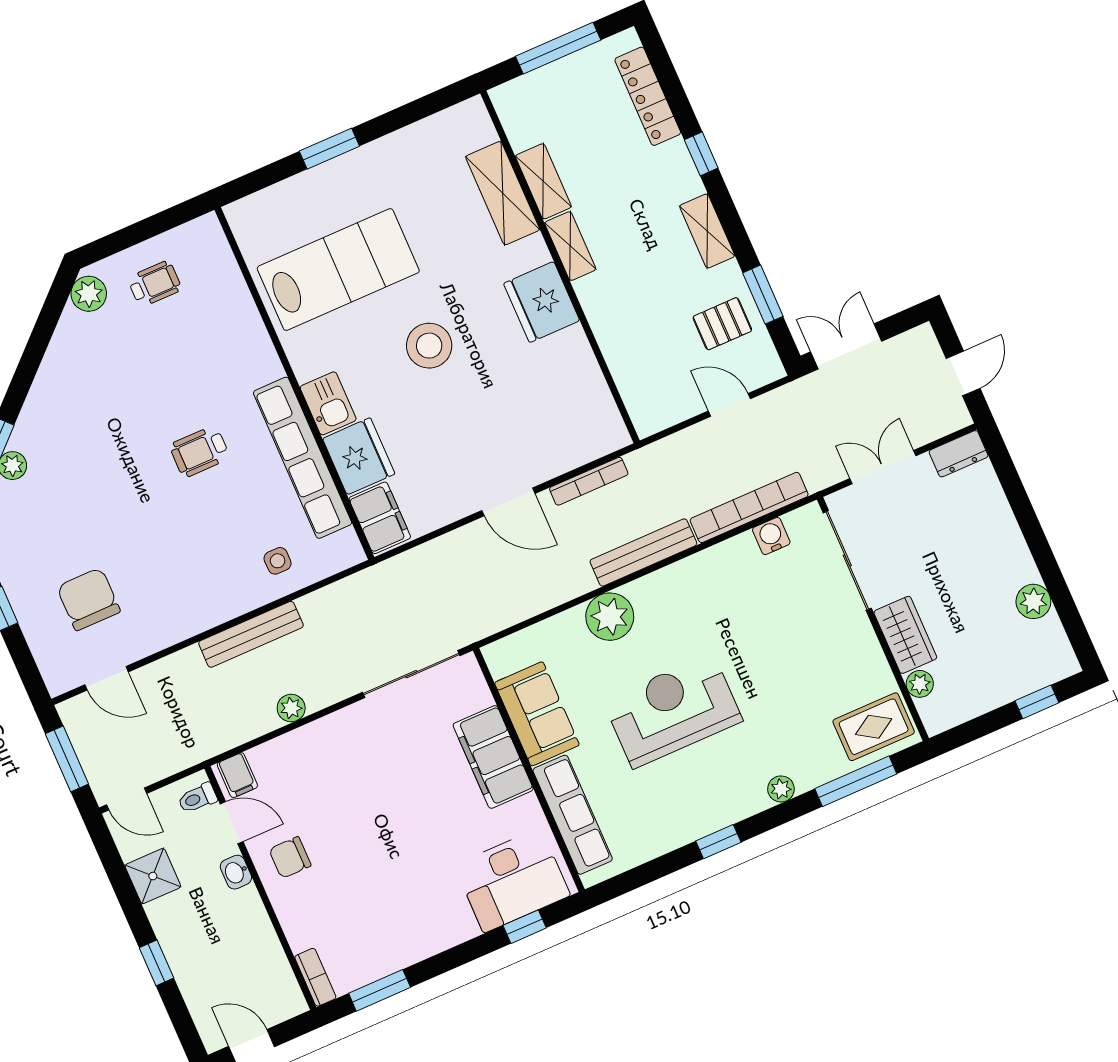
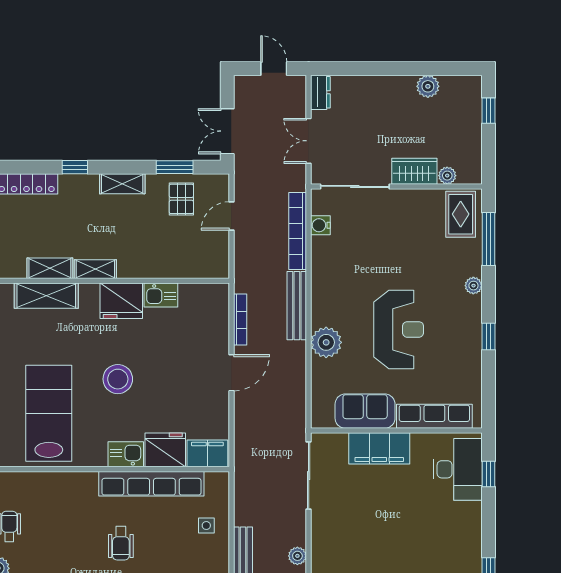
kitchen sink: (574, 354) -> (161, 295), added
reception desk: (673, 711) -> (399, 329), turned 180

